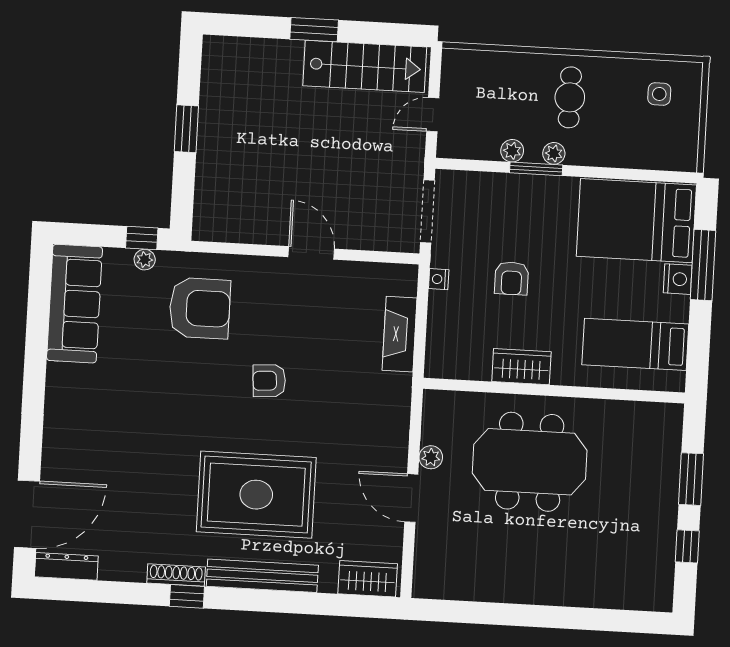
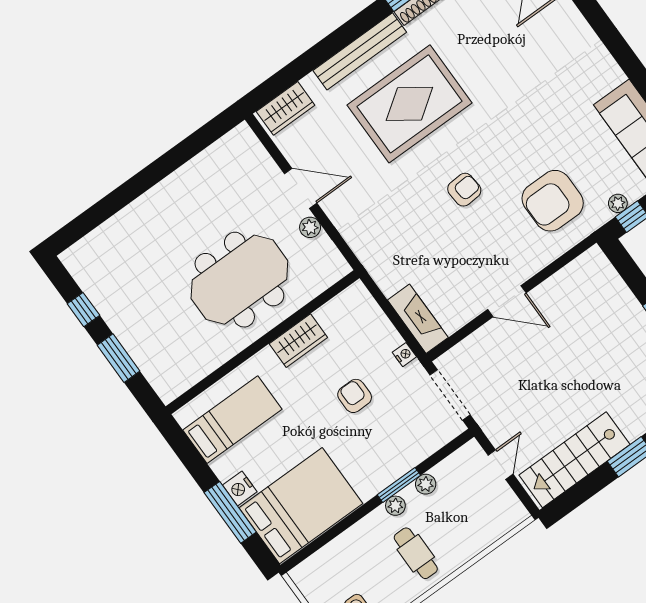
fireplace: (400, 334) -> (418, 319), moved

